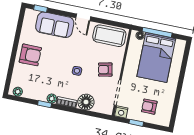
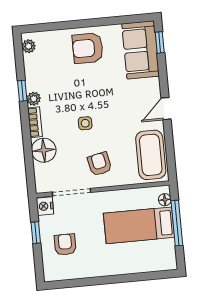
sofa: (55, 25) -> (141, 50), moved
armchair: (30, 55) -> (88, 48), turned 90
bed: (156, 58) -> (139, 225), width x0.67

